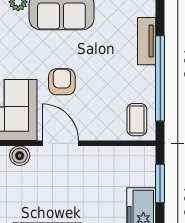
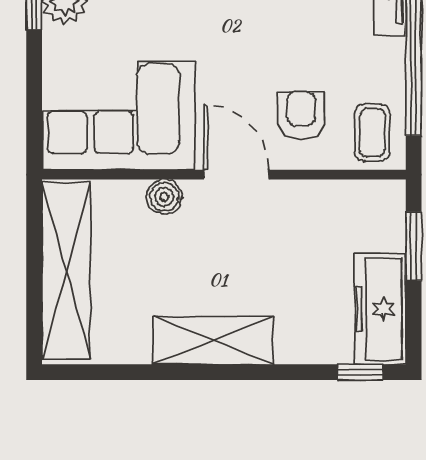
armchair: (62, 82) -> (301, 115), moved

